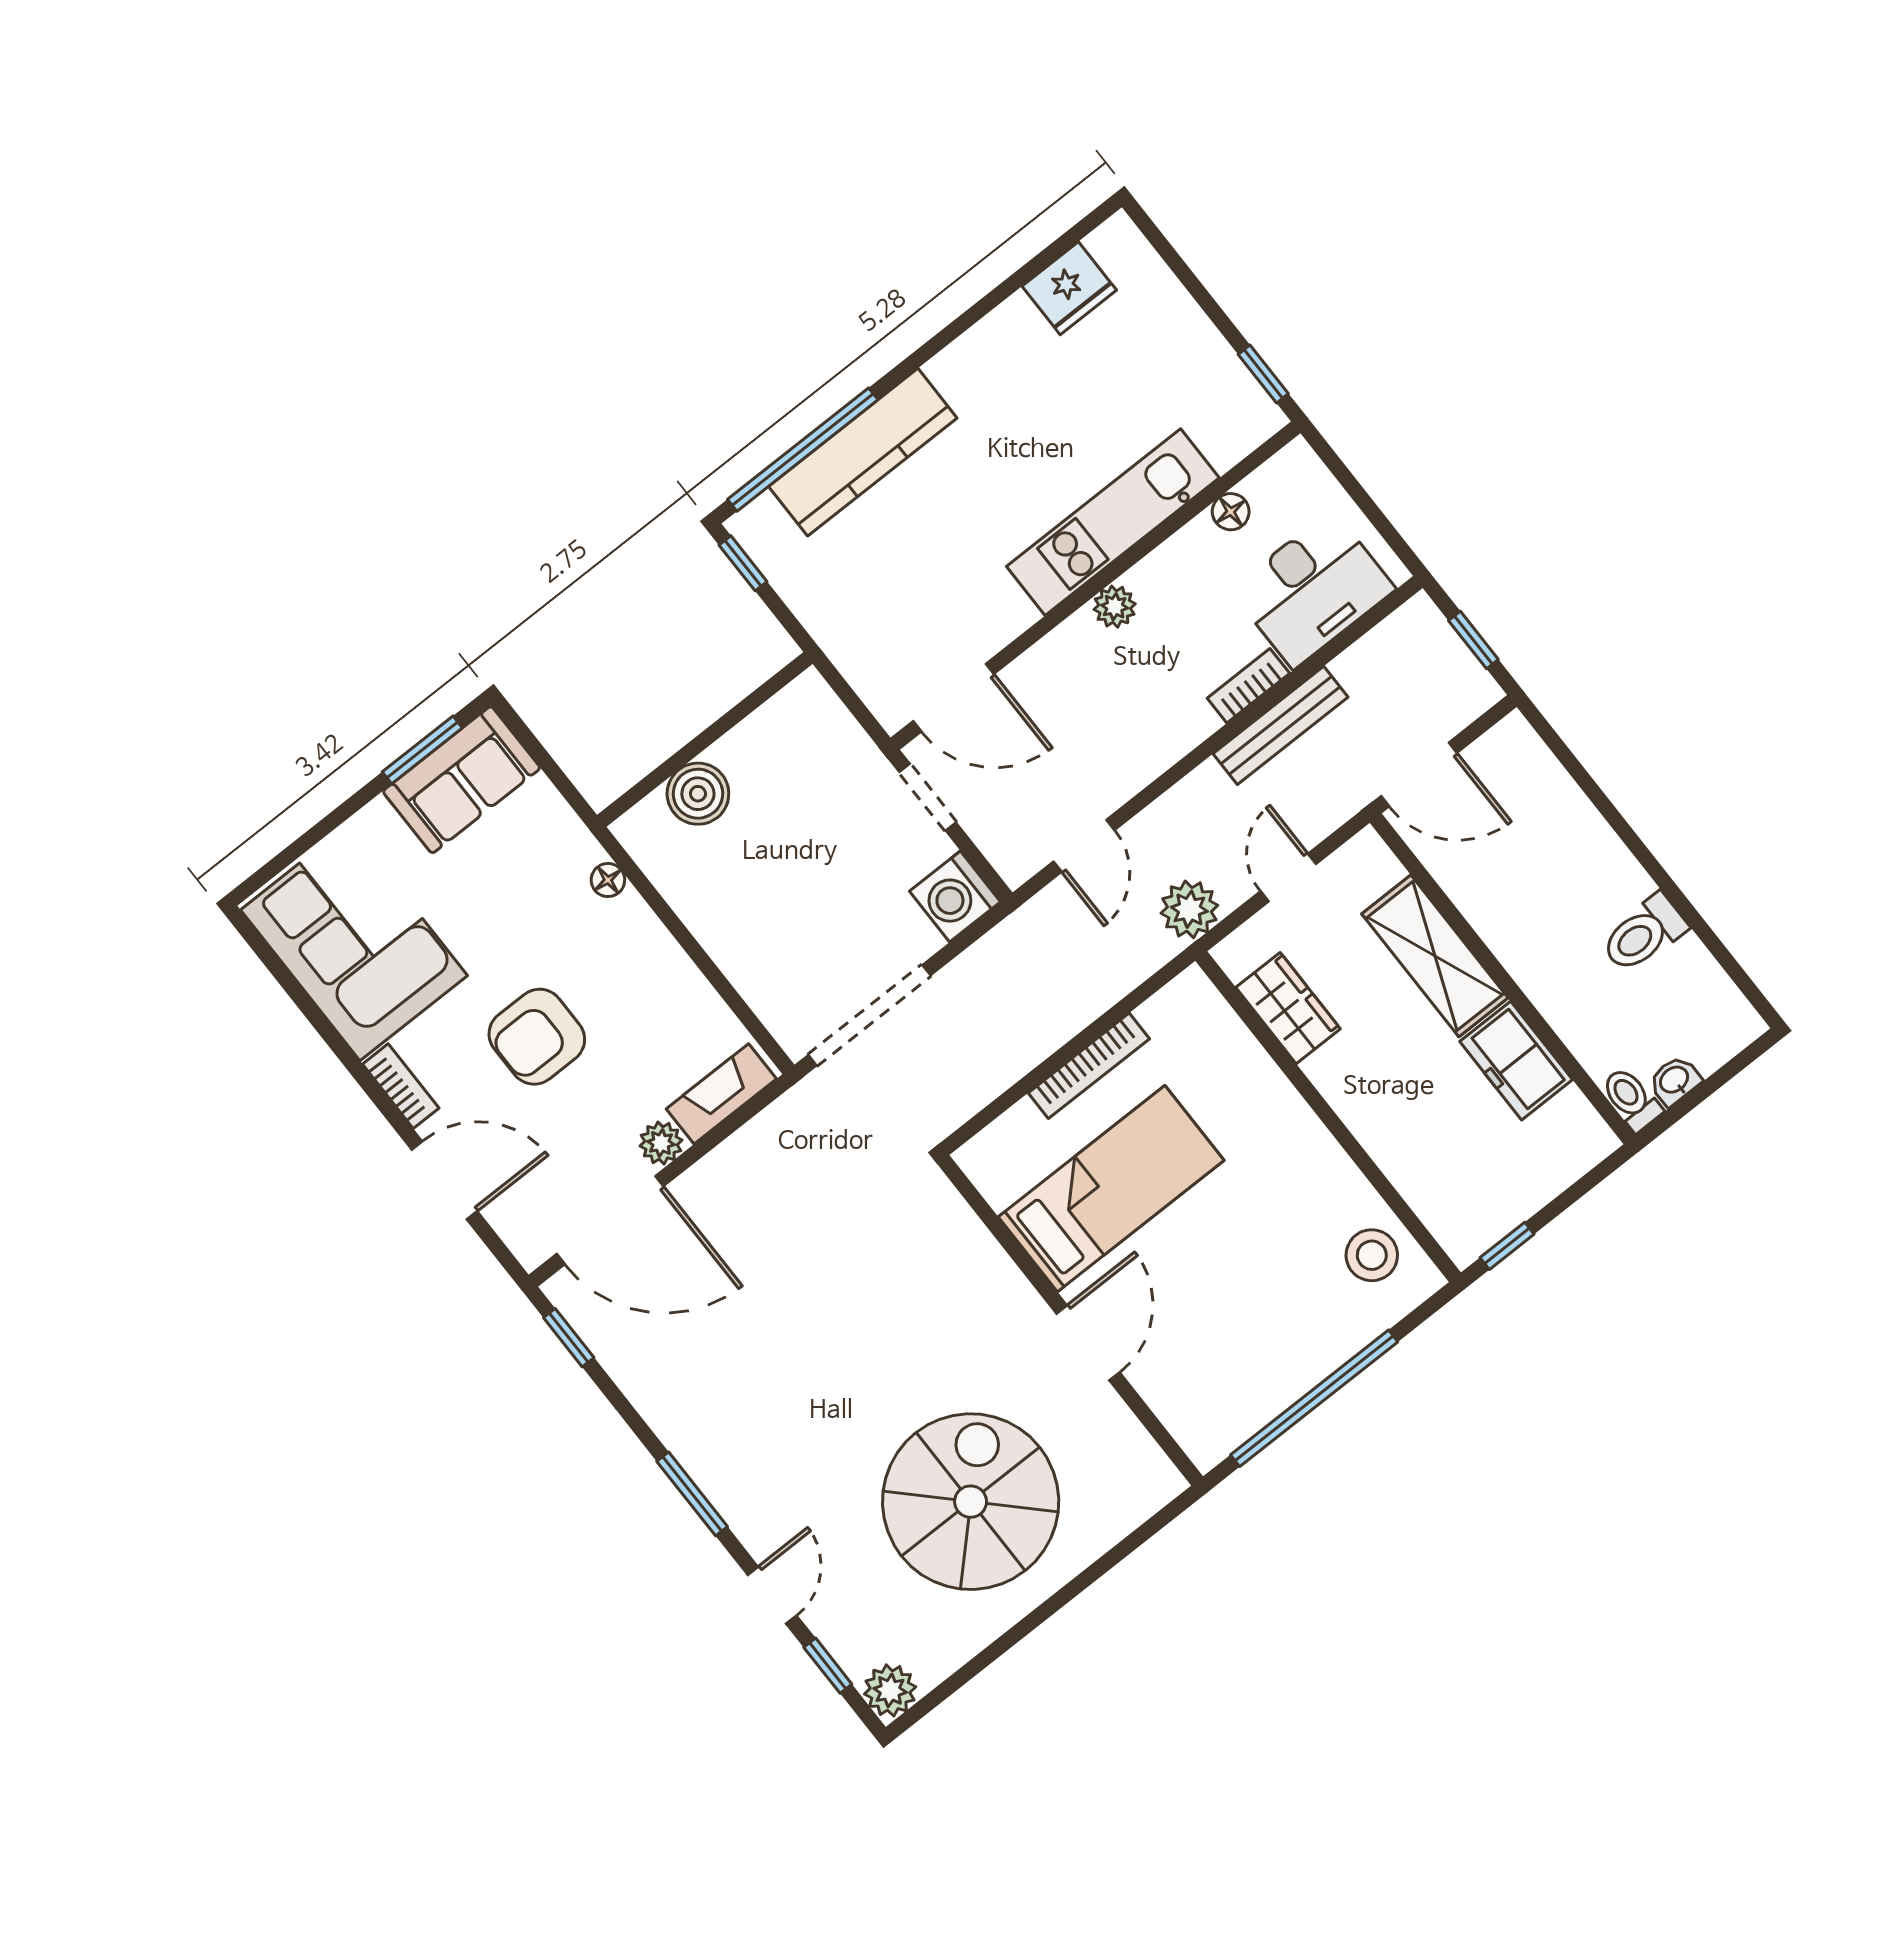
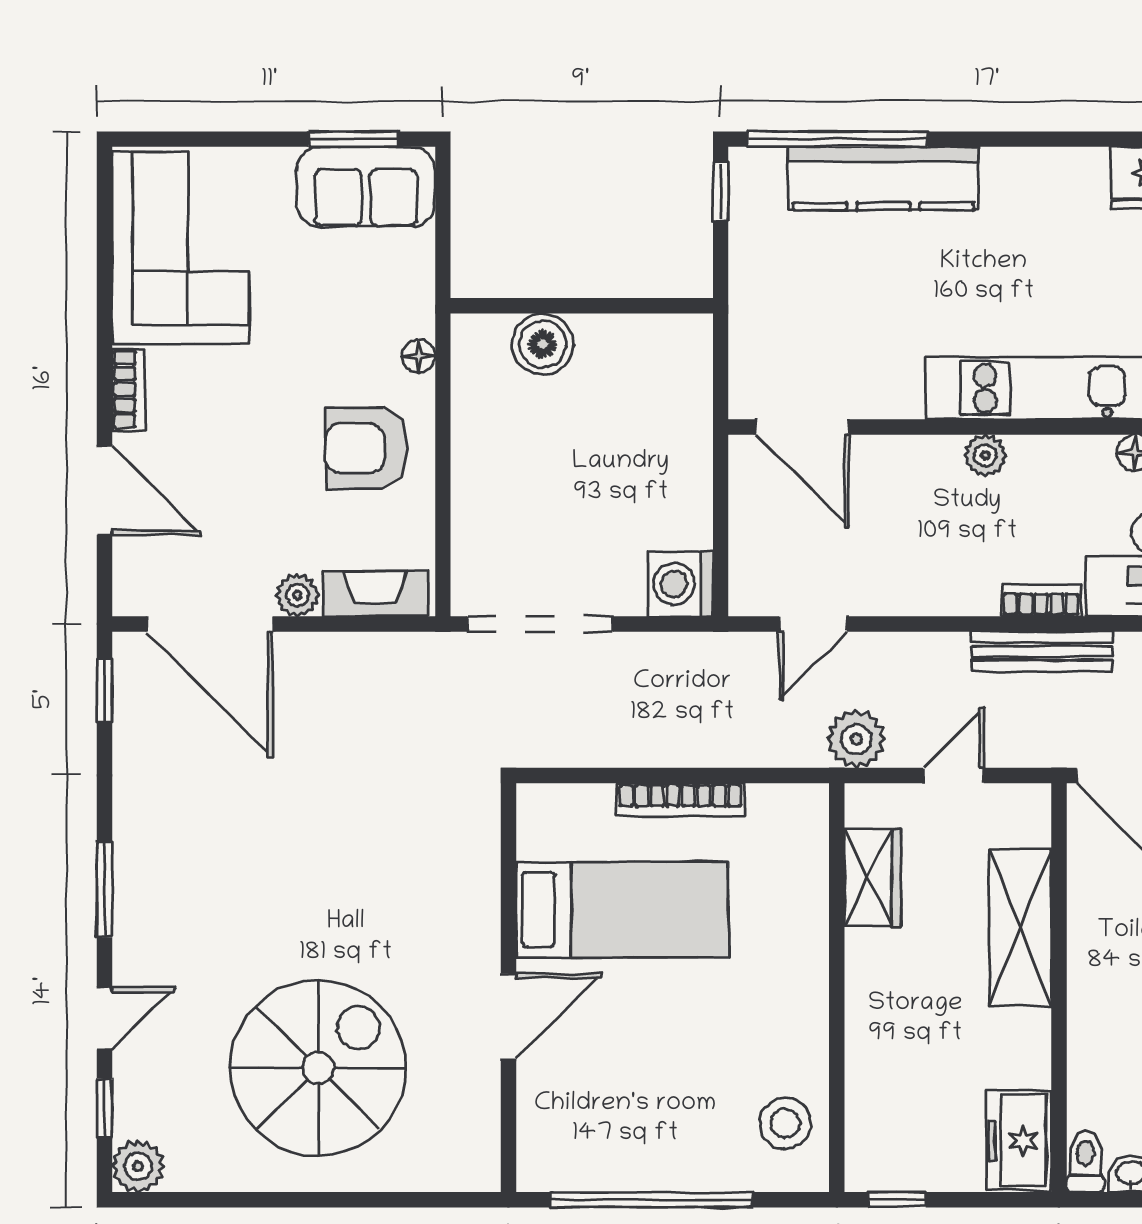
doorway: (928, 797) -> (721, 489), removed
armchair: (537, 1037) -> (366, 448), moved
freezer: (1516, 1061) -> (1019, 1140), moved

